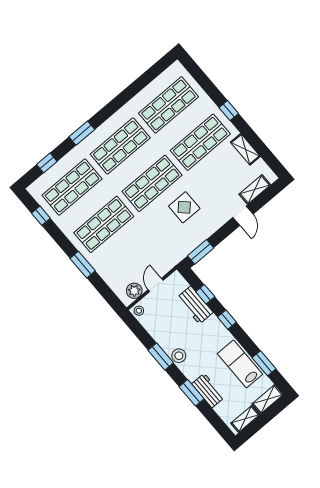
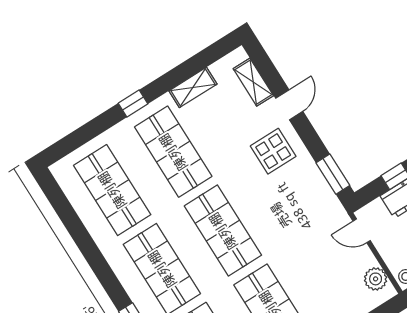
display table: (184, 207) -> (273, 151), moved
door: (243, 216) -> (289, 105), hinge flipped
door: (156, 285) -> (362, 231), moved

